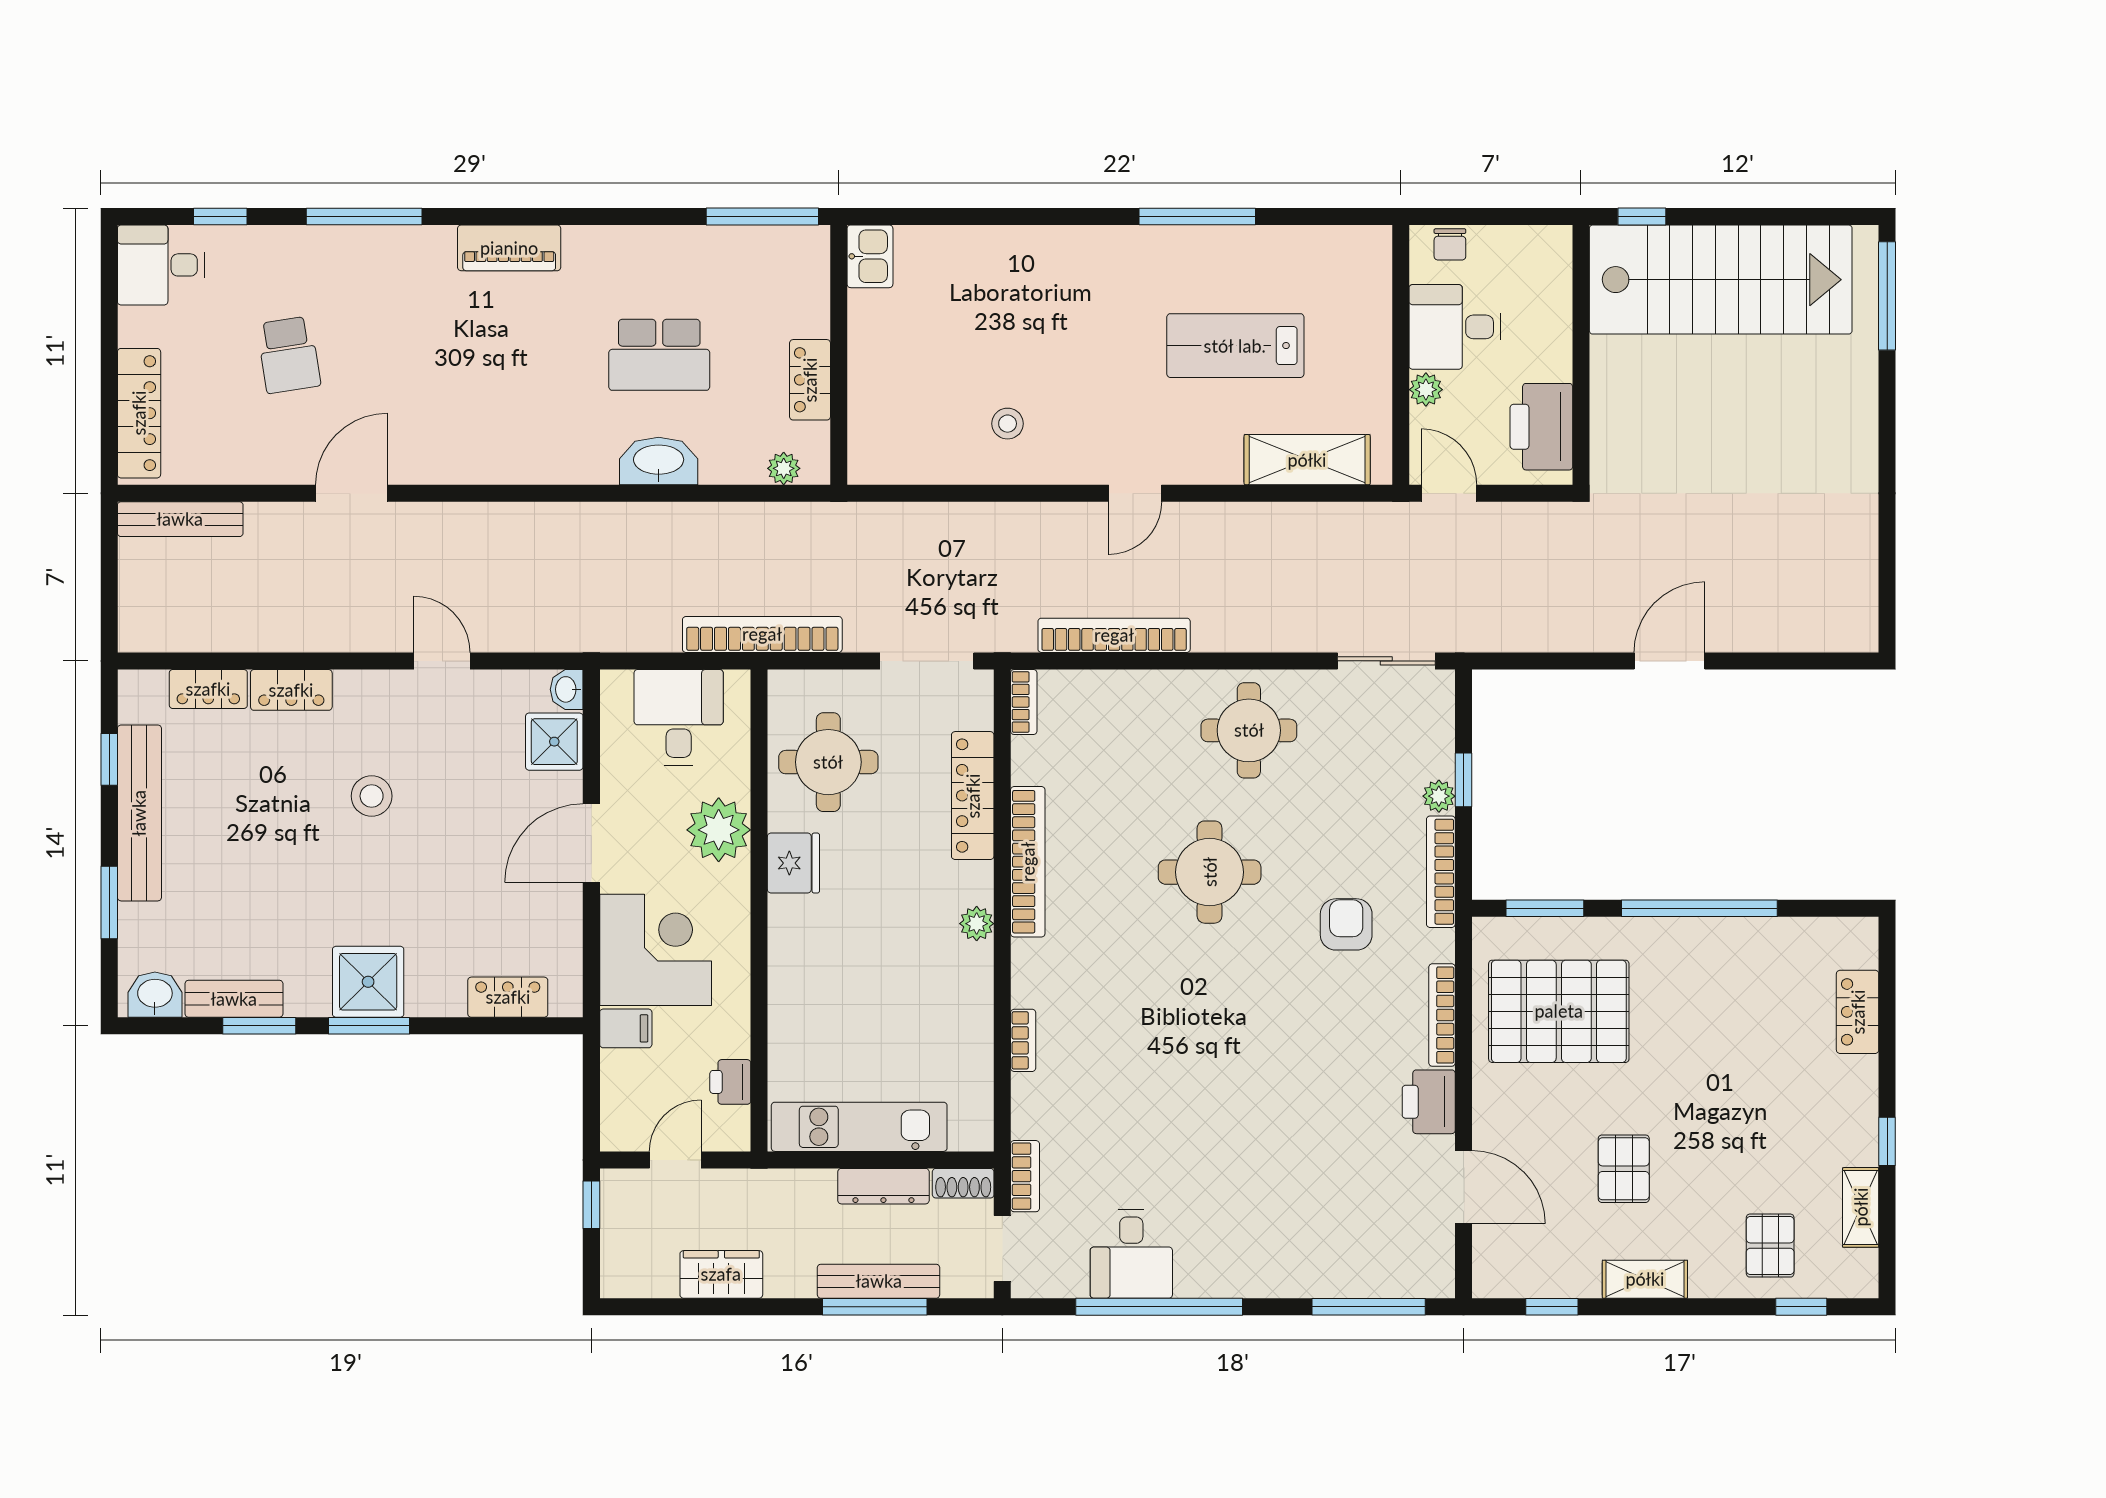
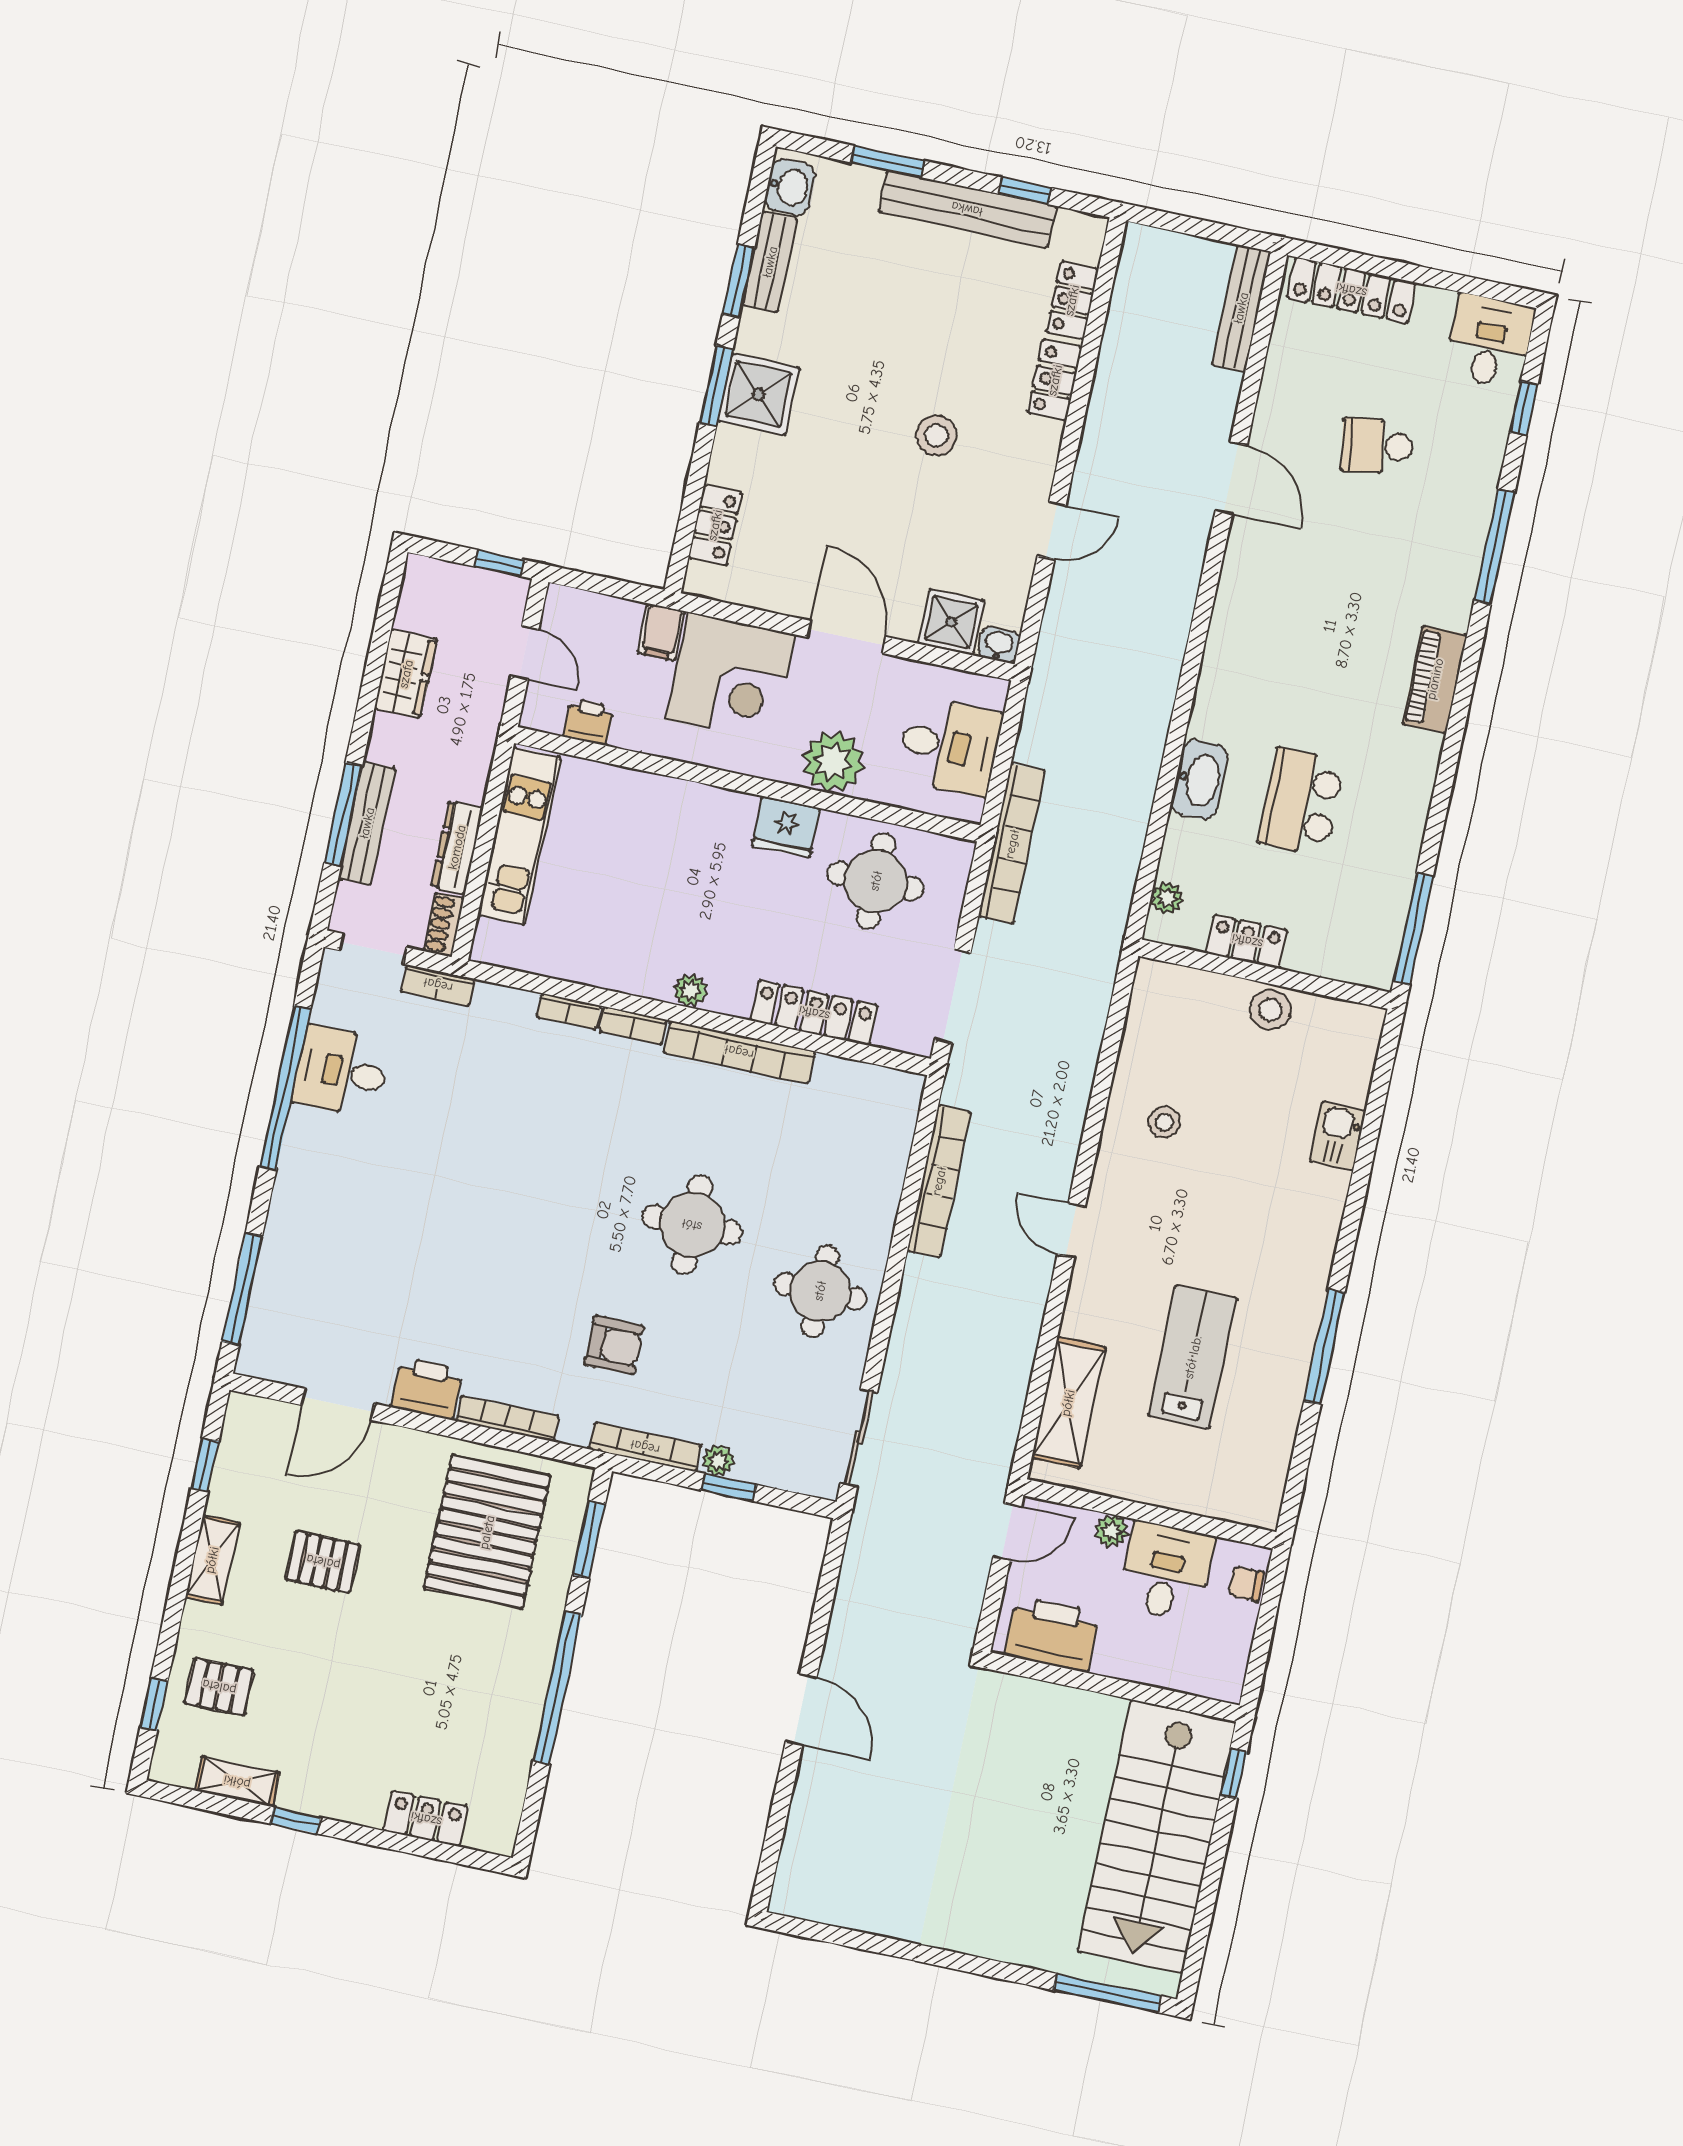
kitchen sink: (870, 256) -> (1338, 1136), moved, turned 90
stool: (873, 342) -> (1270, 1010), added
bookcase: (1024, 702) -> (633, 1026), moved

